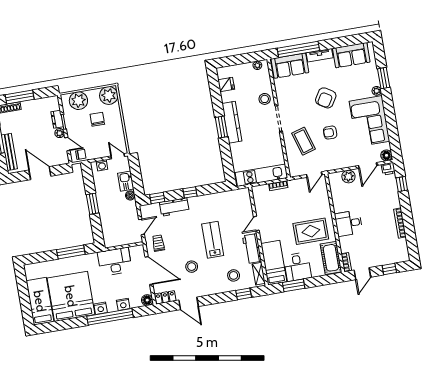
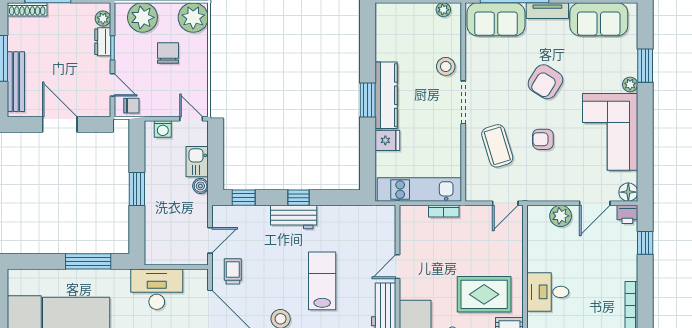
fridge: (226, 85) -> (387, 140), moved
plant: (60, 133) -> (103, 19), moved
workbench: (174, 207) -> (294, 217), moved

